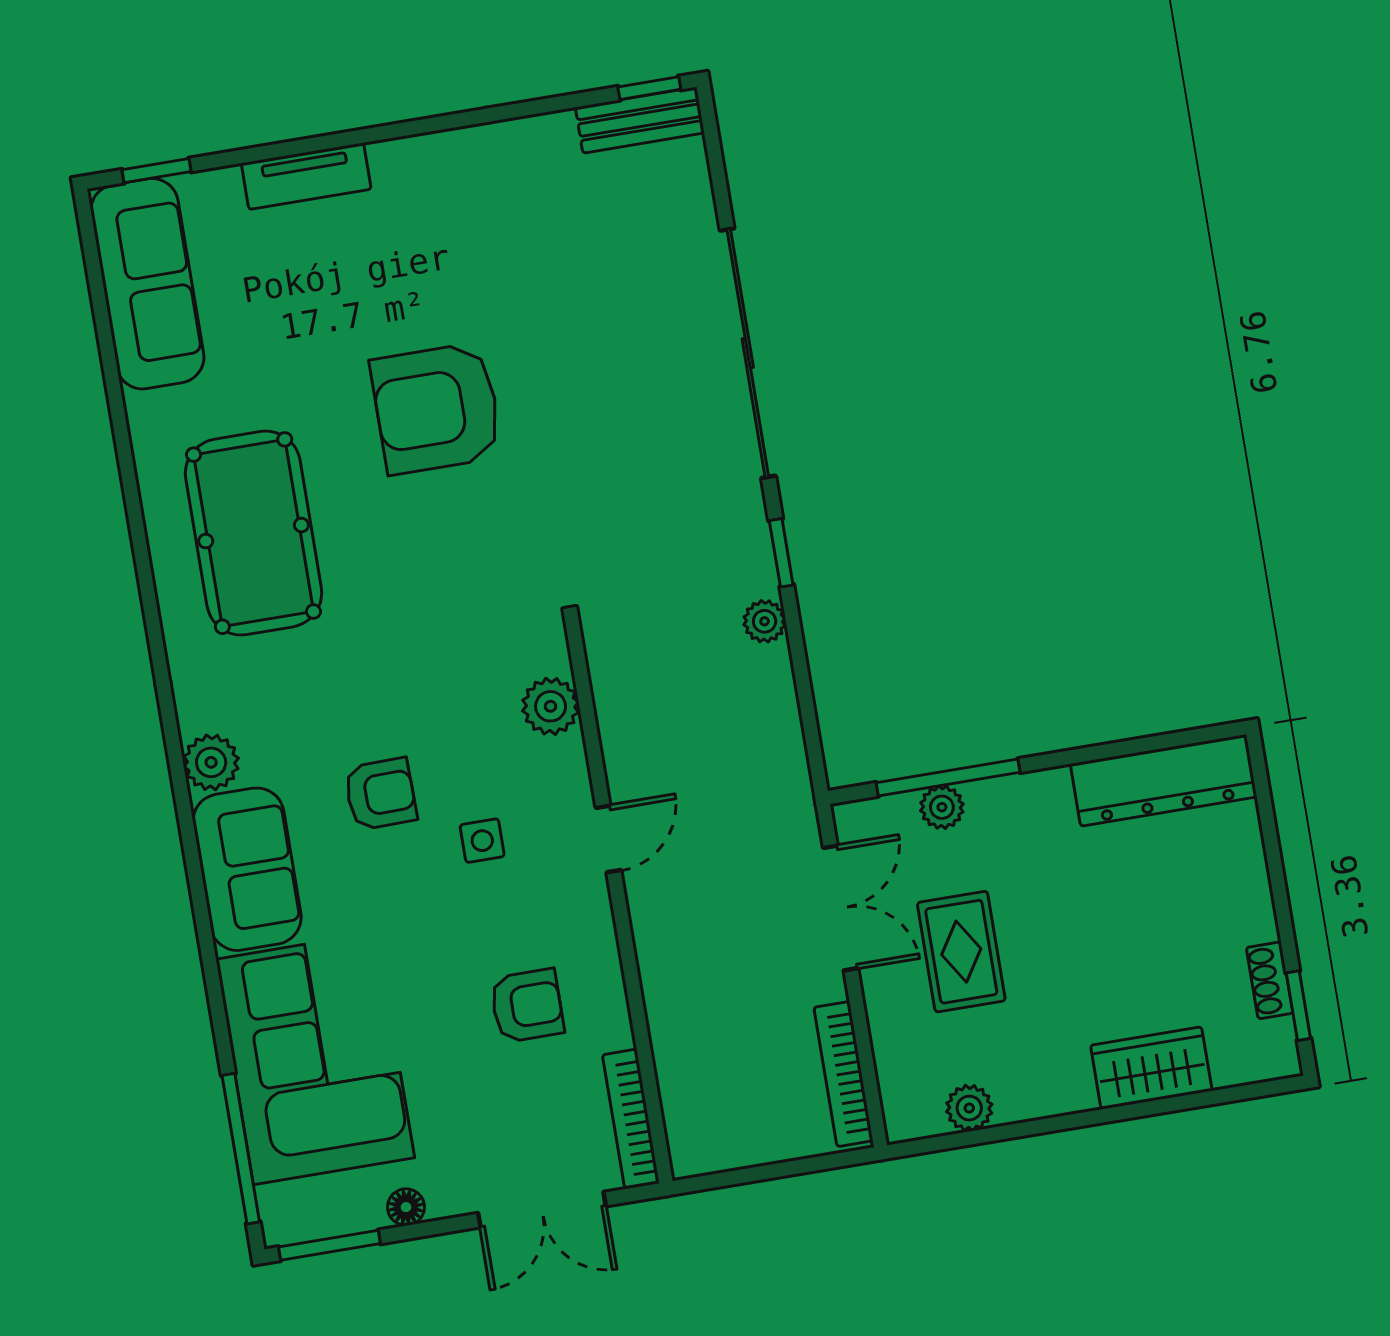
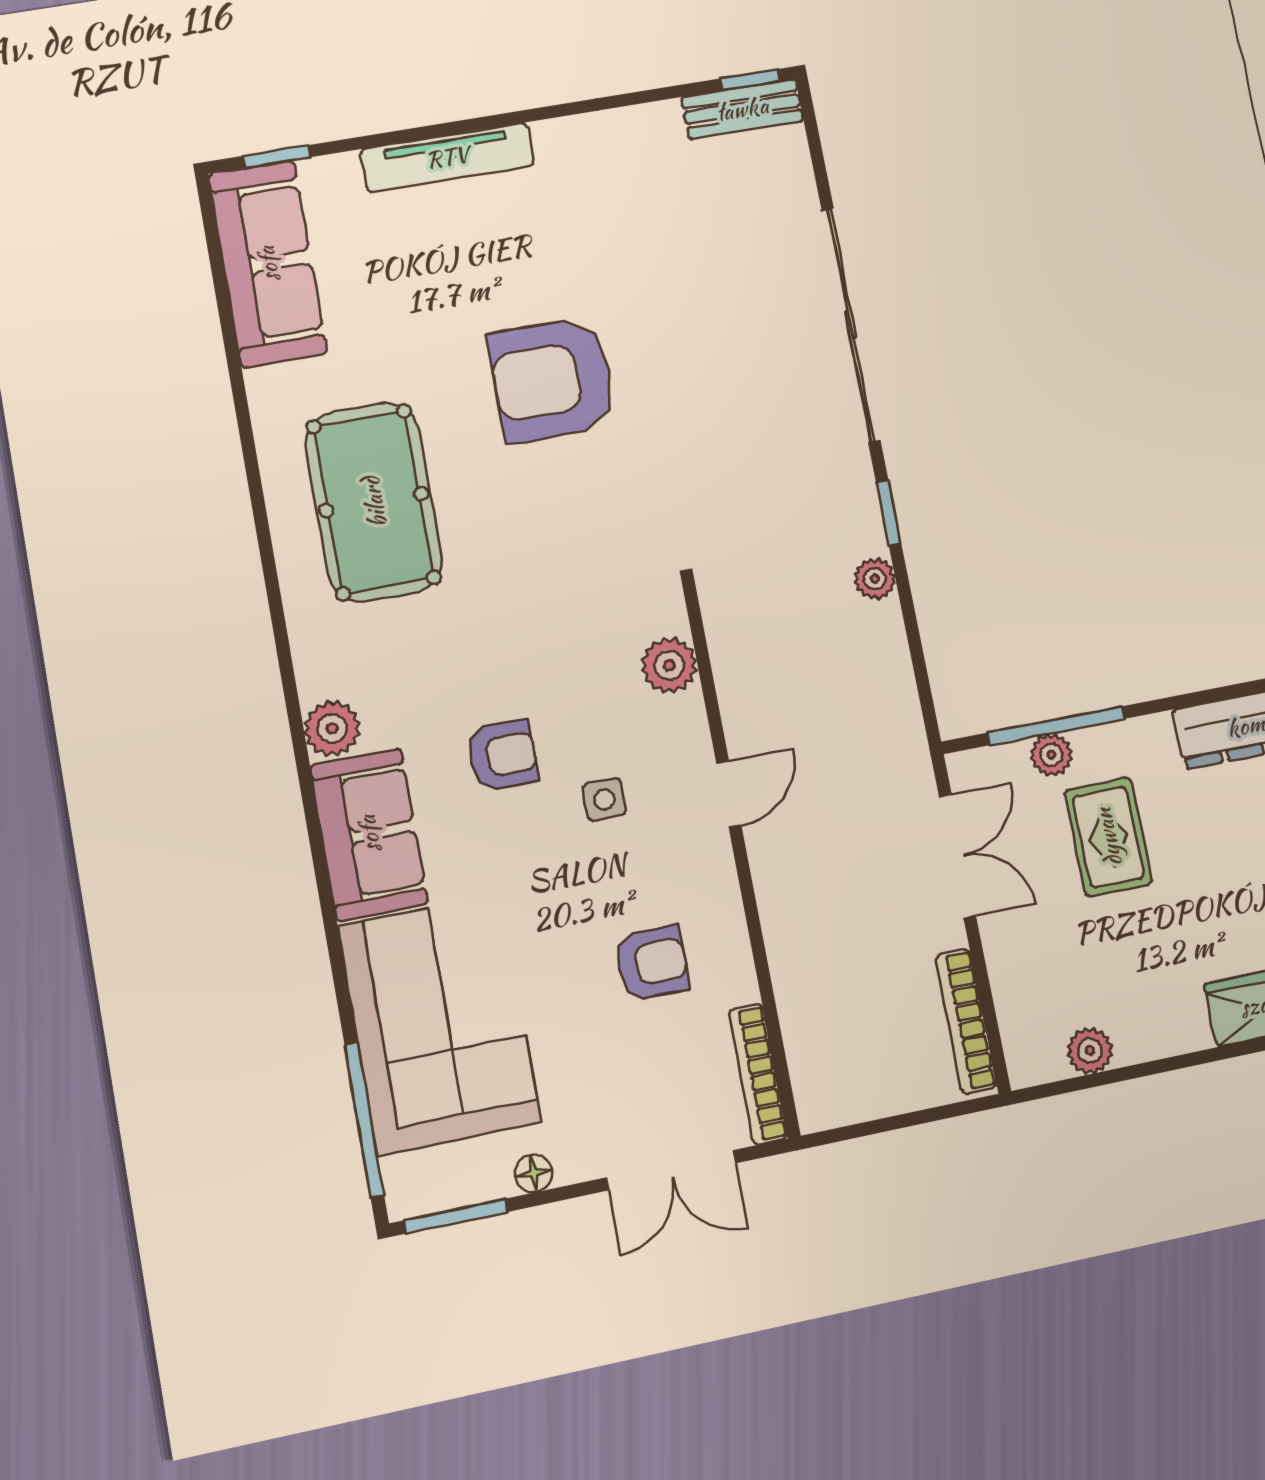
tv unit: (306, 176) -> (447, 157), width x1.41
rug: (961, 952) -> (1108, 837), moved

